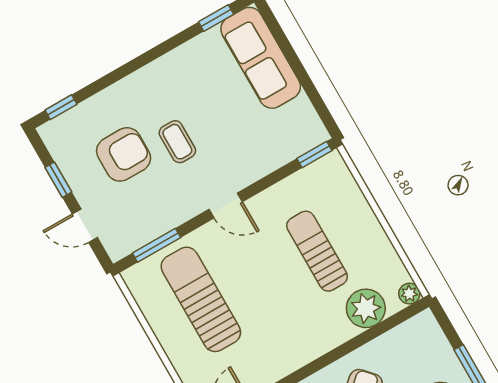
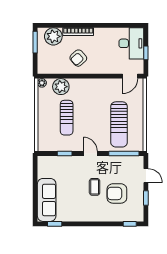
window: (314, 154) -> (65, 153), moved
window: (157, 245) -> (124, 153), width x1.44

